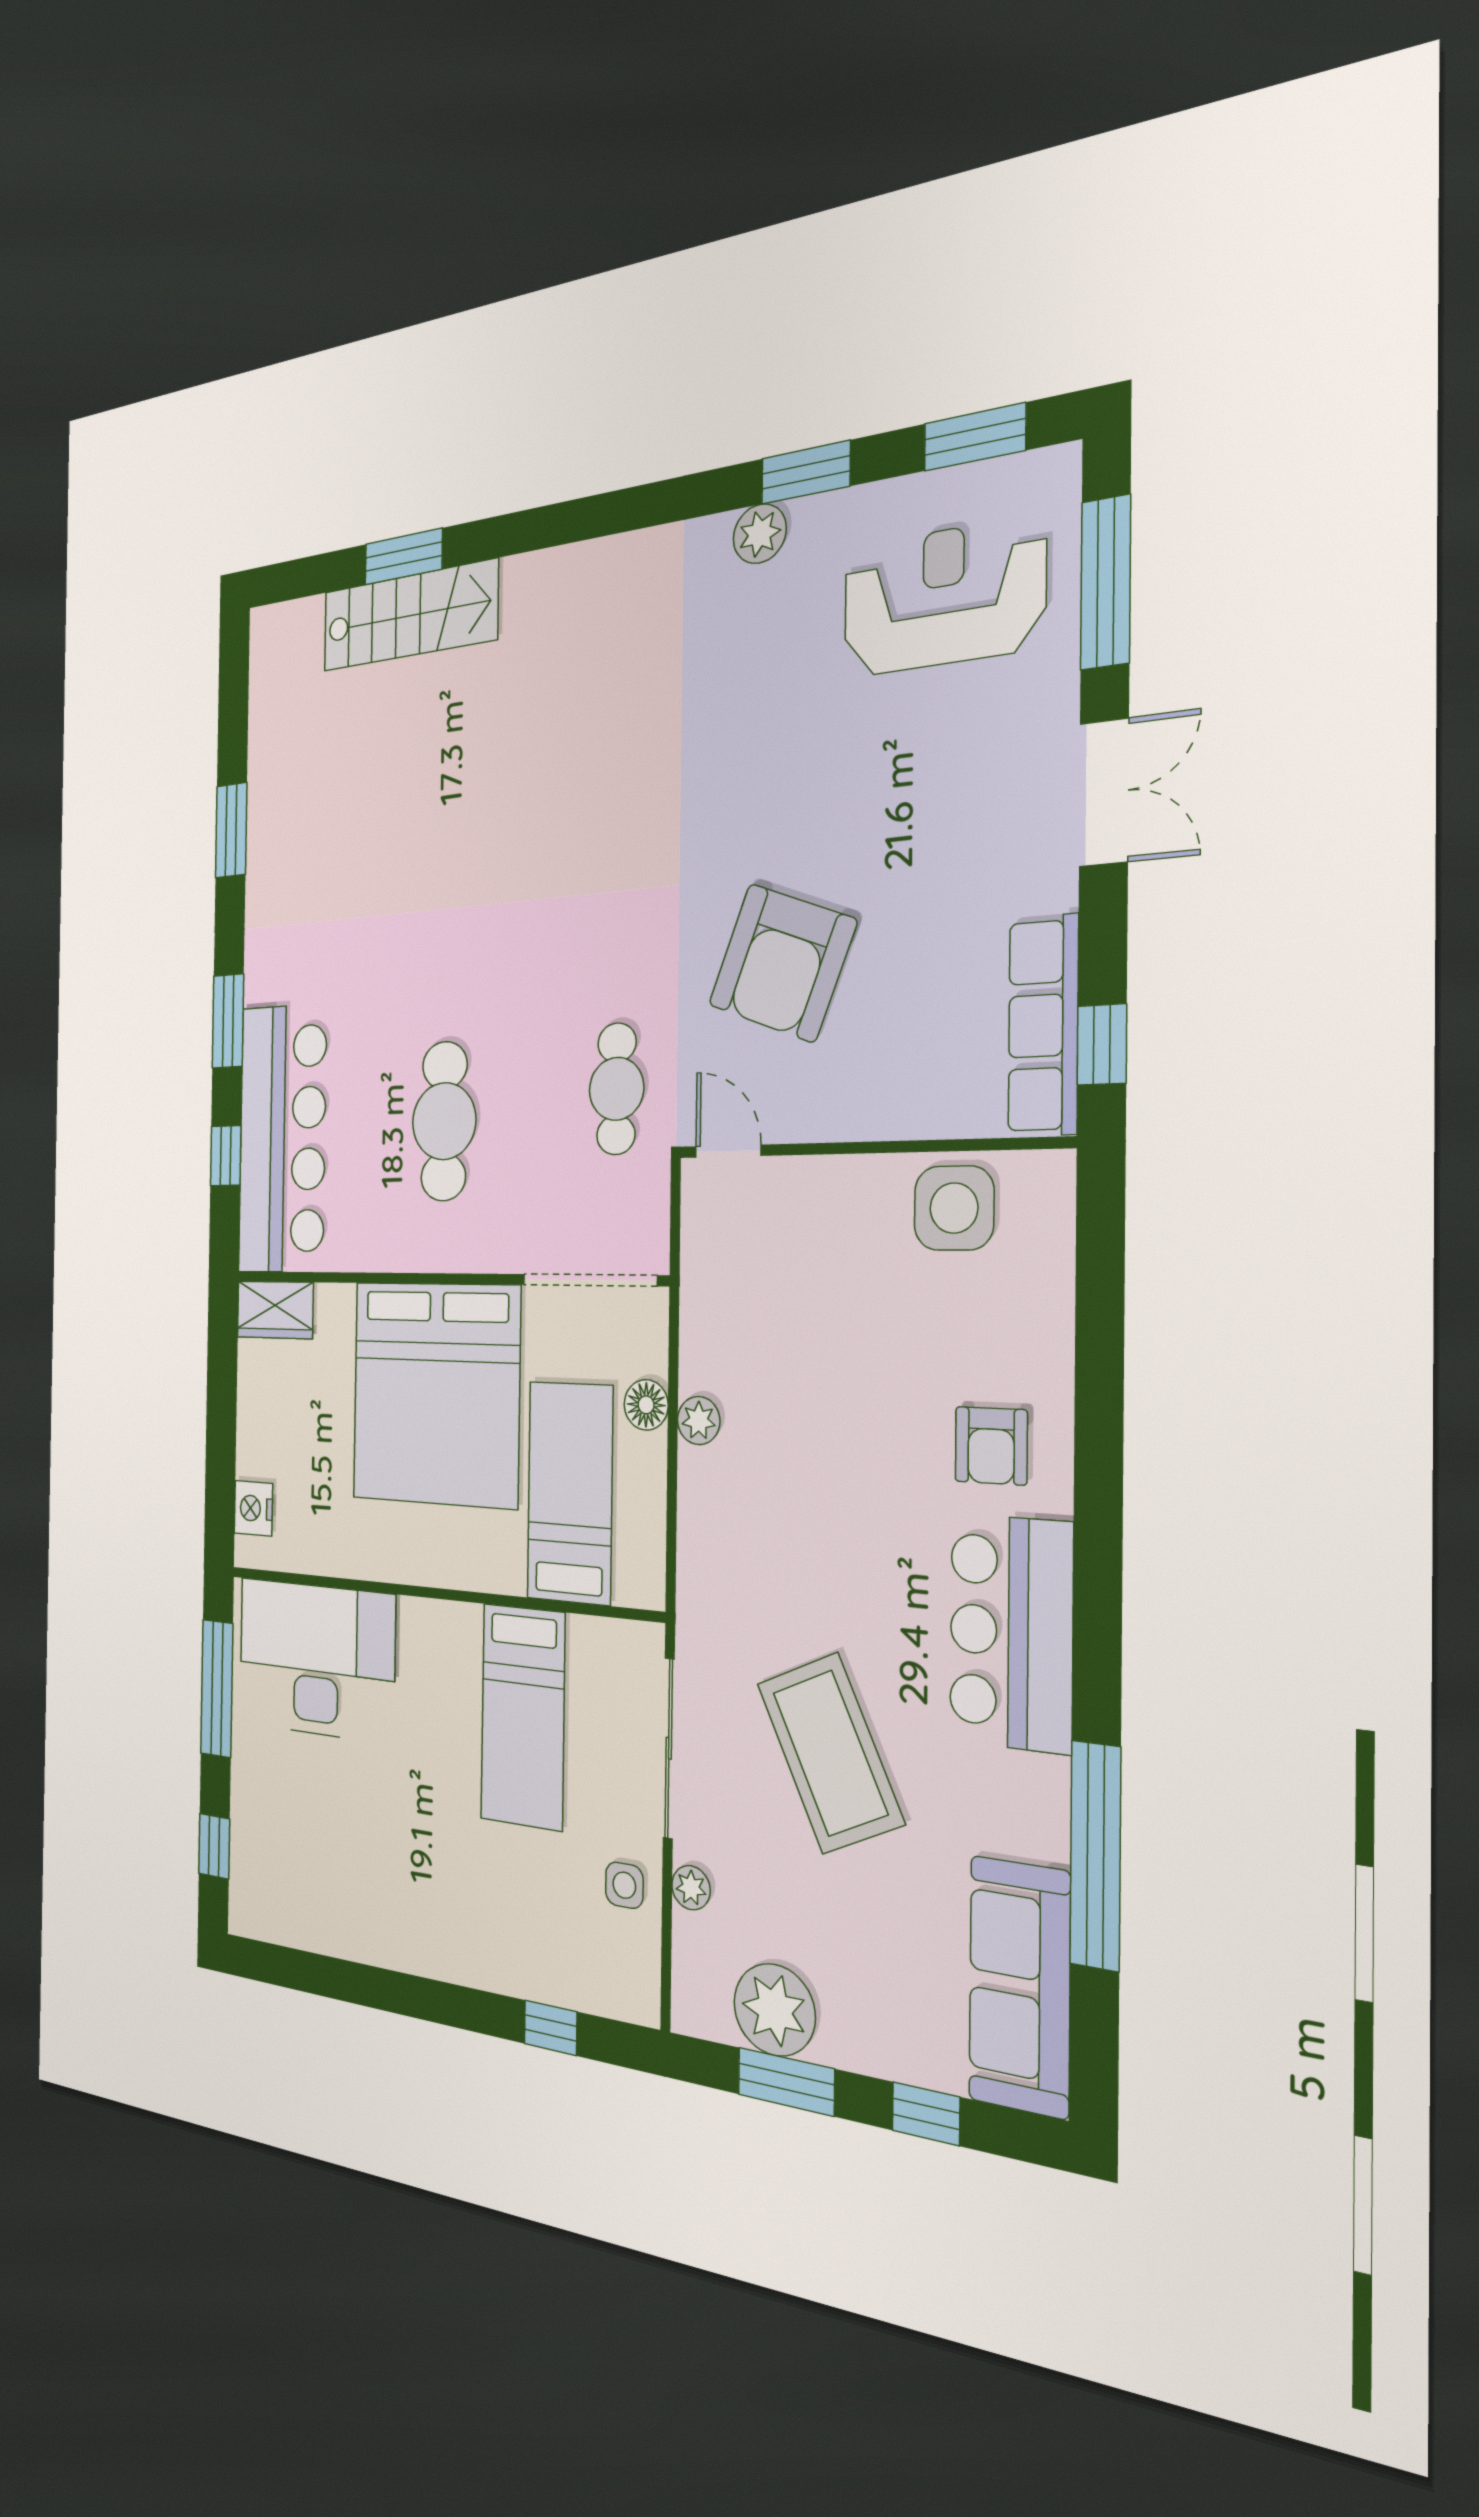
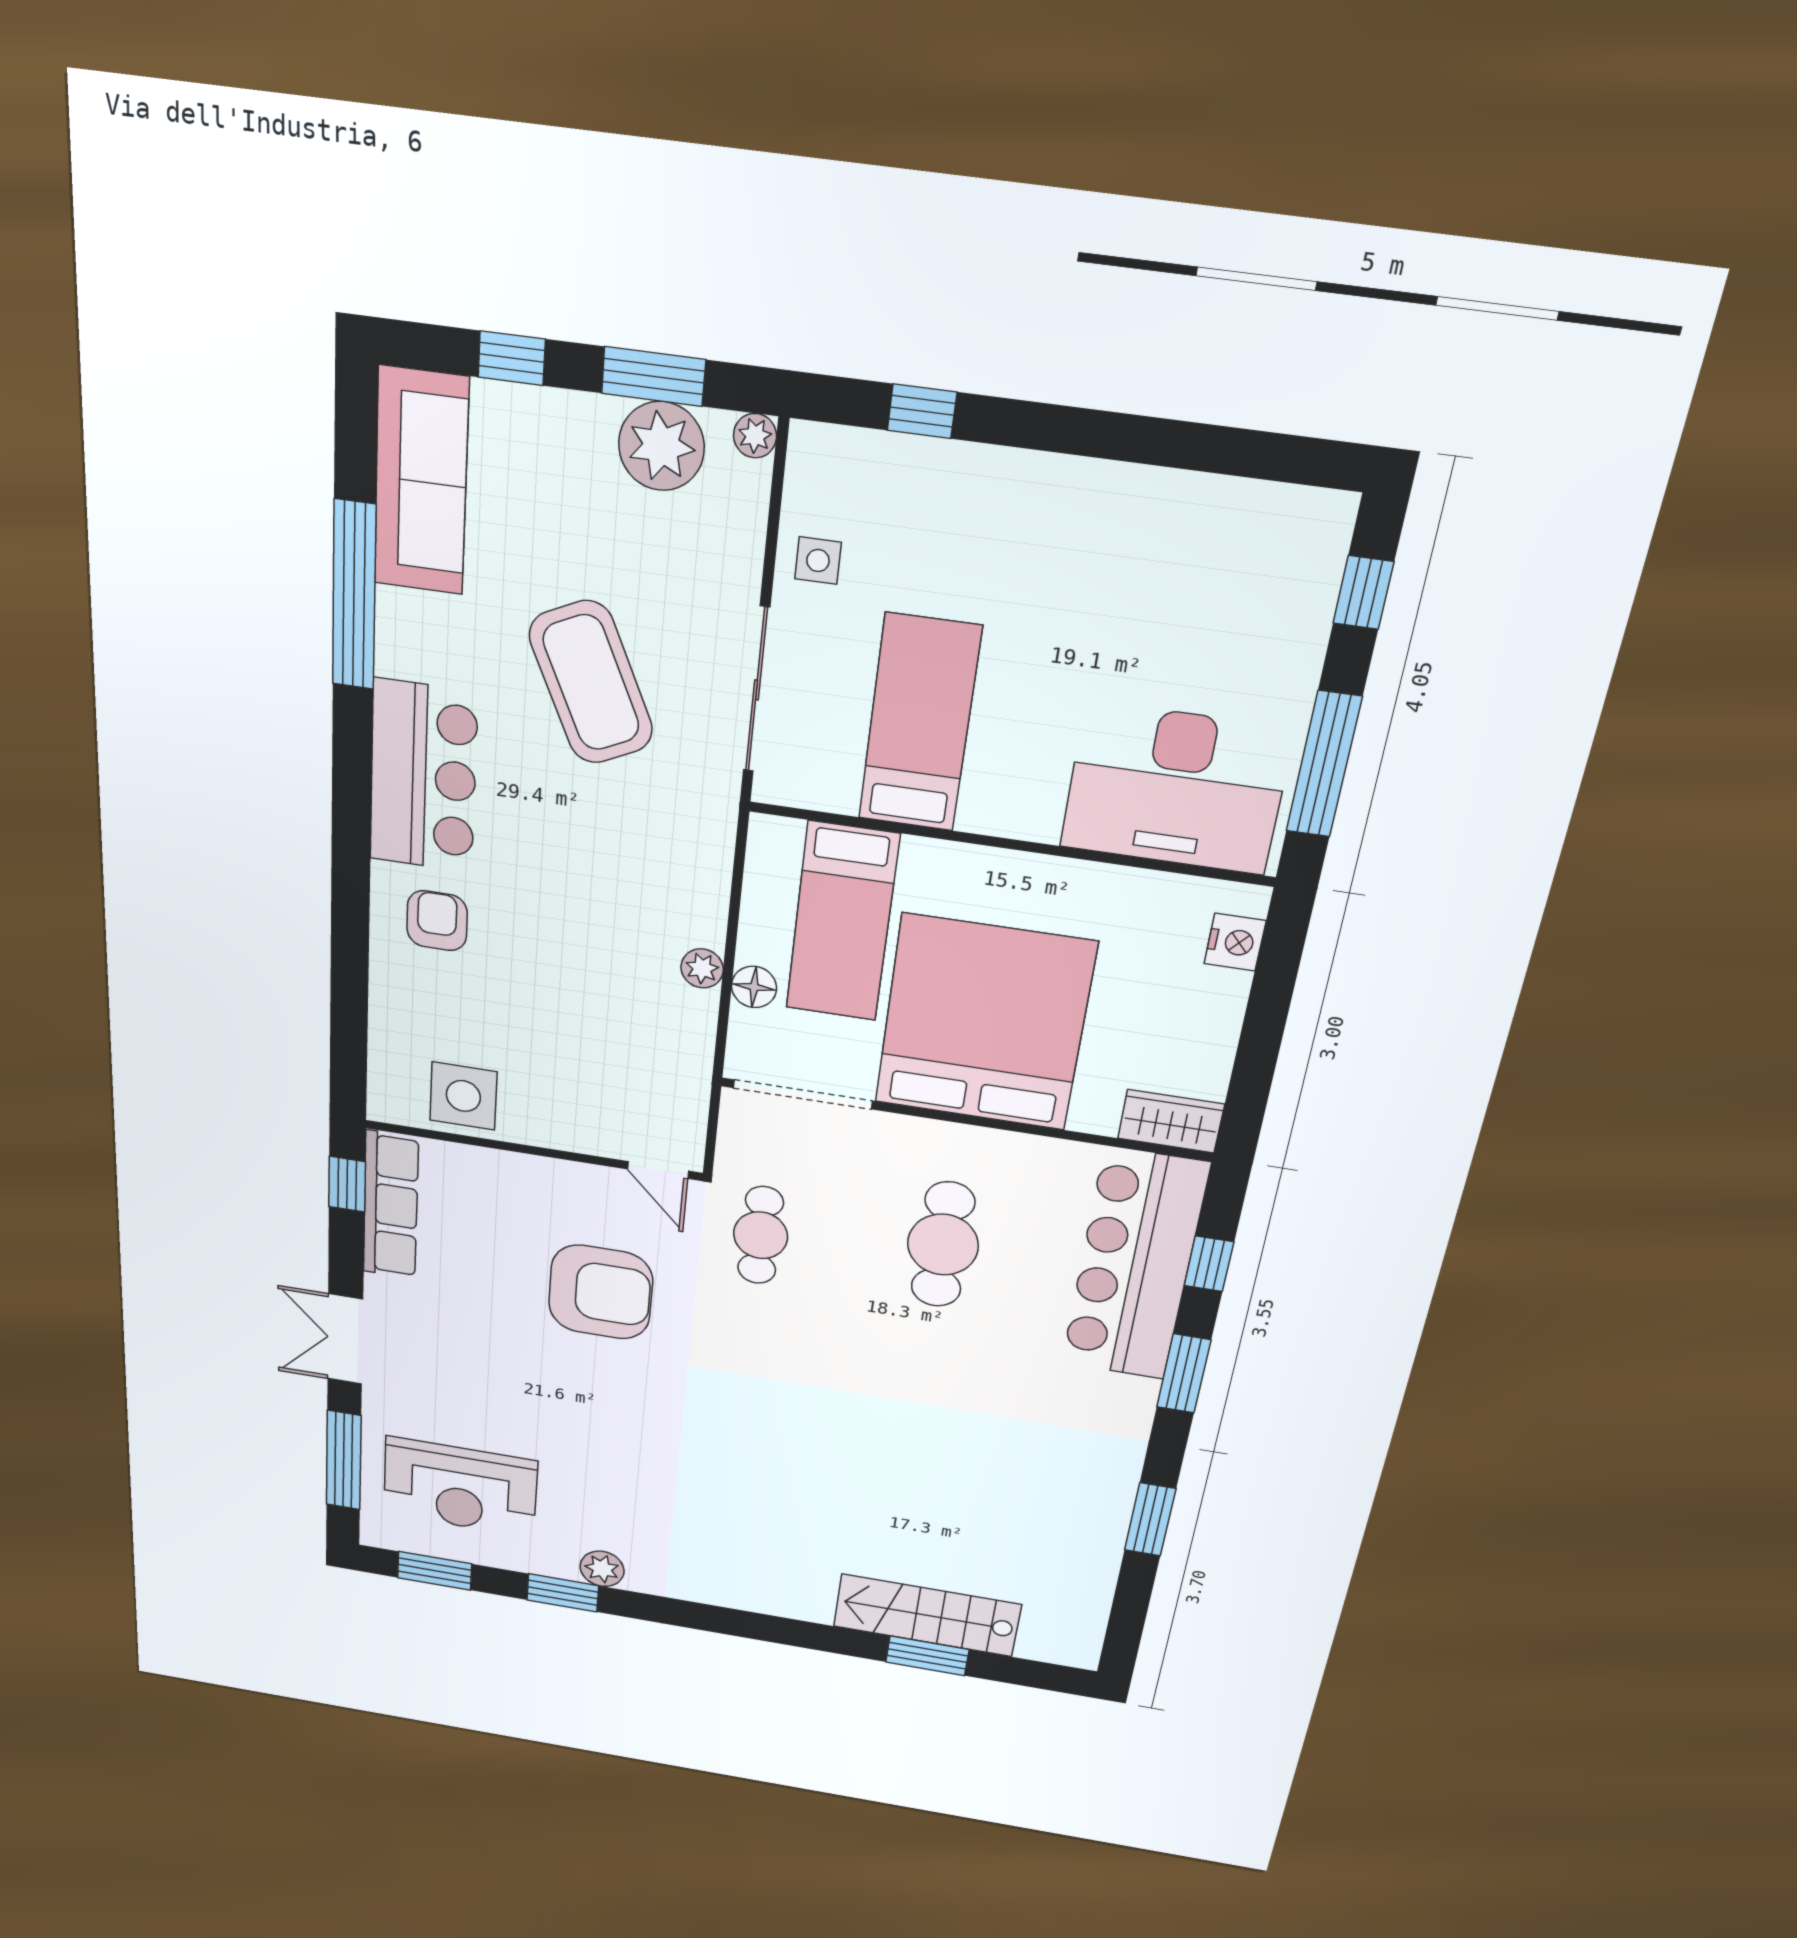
armchair: (782, 963) -> (601, 1292), turned 69
plant: (691, 1888) -> (755, 436), moved

